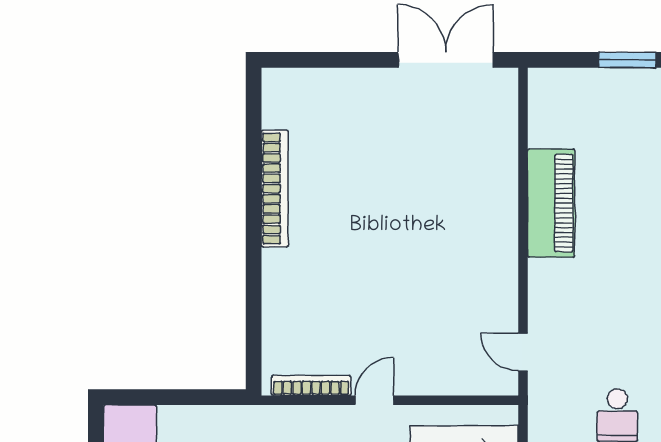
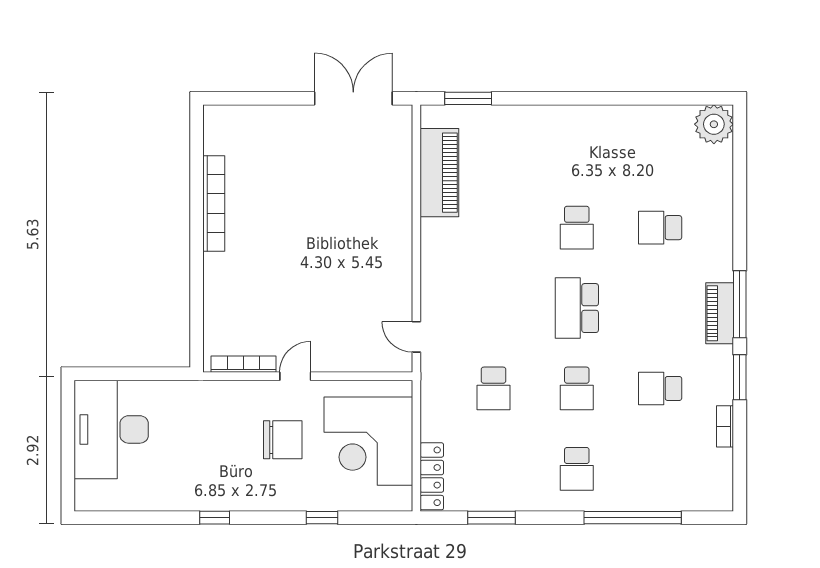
window: (627, 60) -> (468, 98), moved
piano: (551, 203) -> (439, 173), moved

